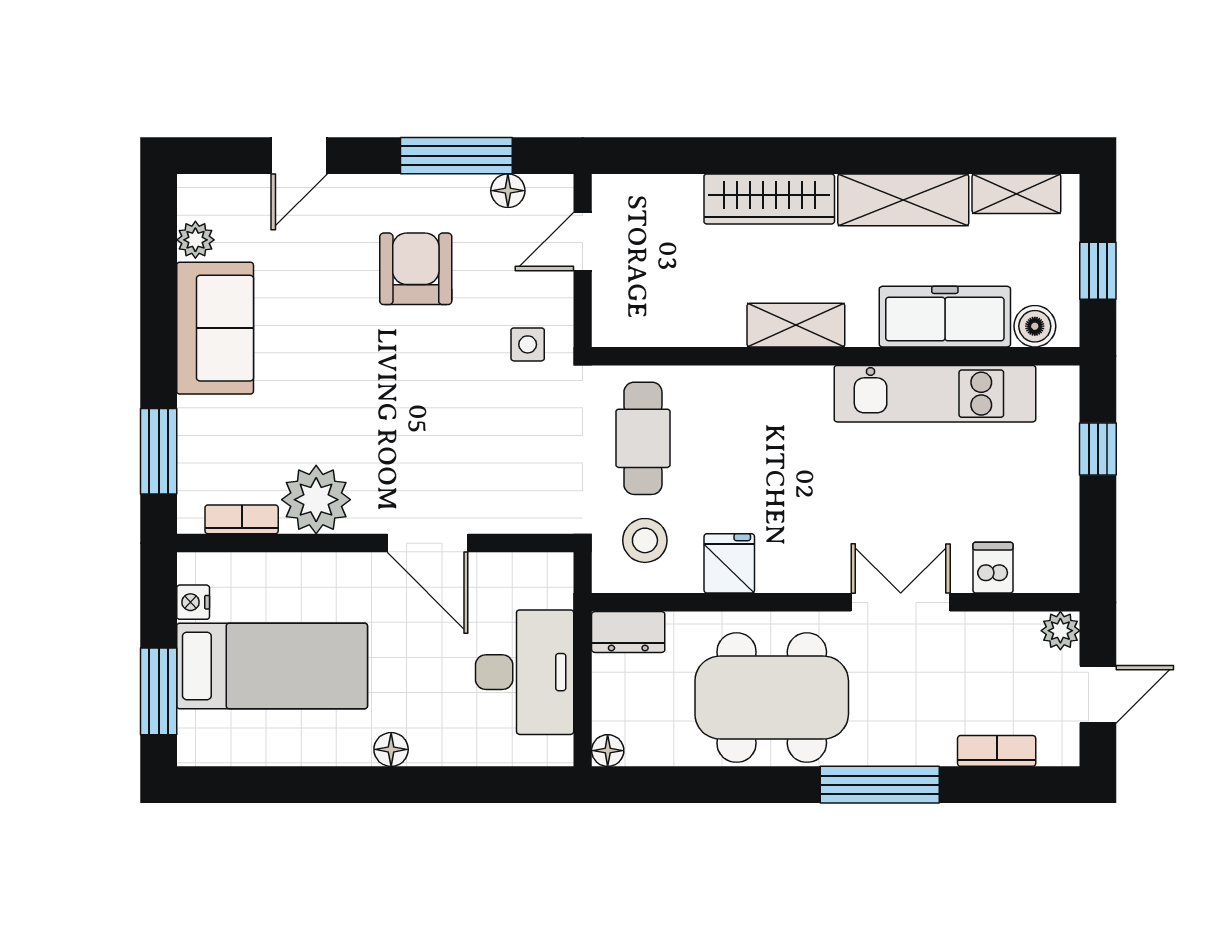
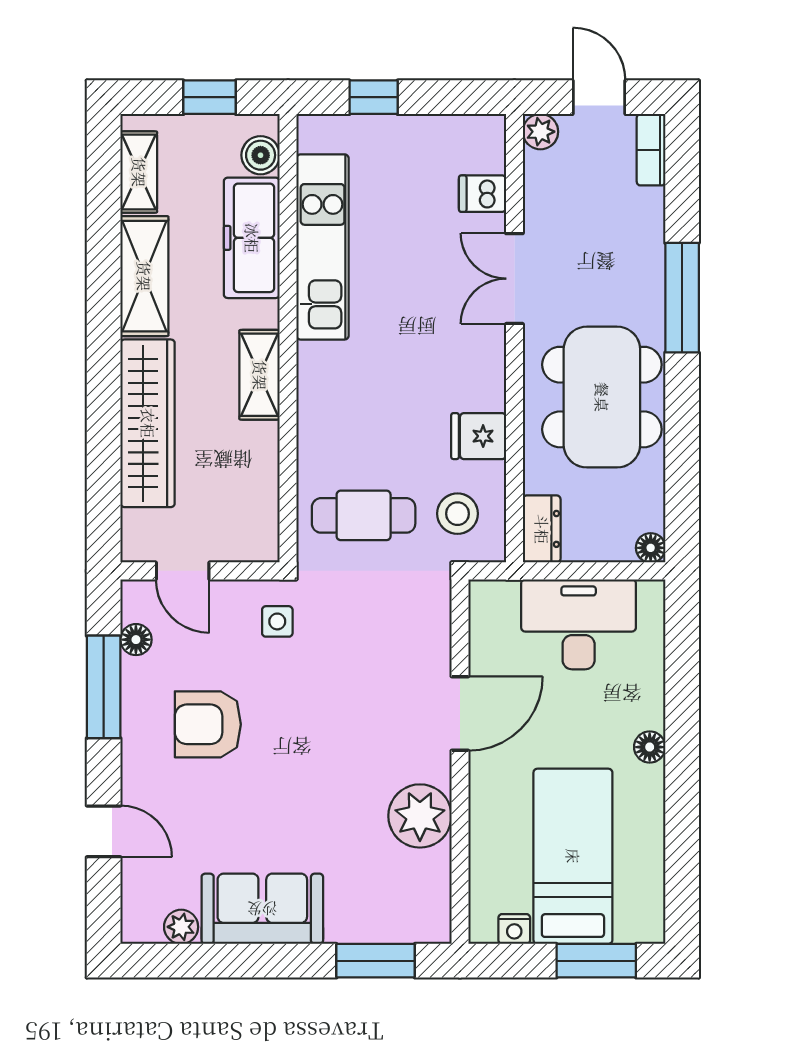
wardrobe: (769, 199) -> (148, 423), width x1.40, depth x1.17
bookcase: (242, 519) -> (438, 884), removed
bookcase: (997, 751) -> (651, 150), moved

